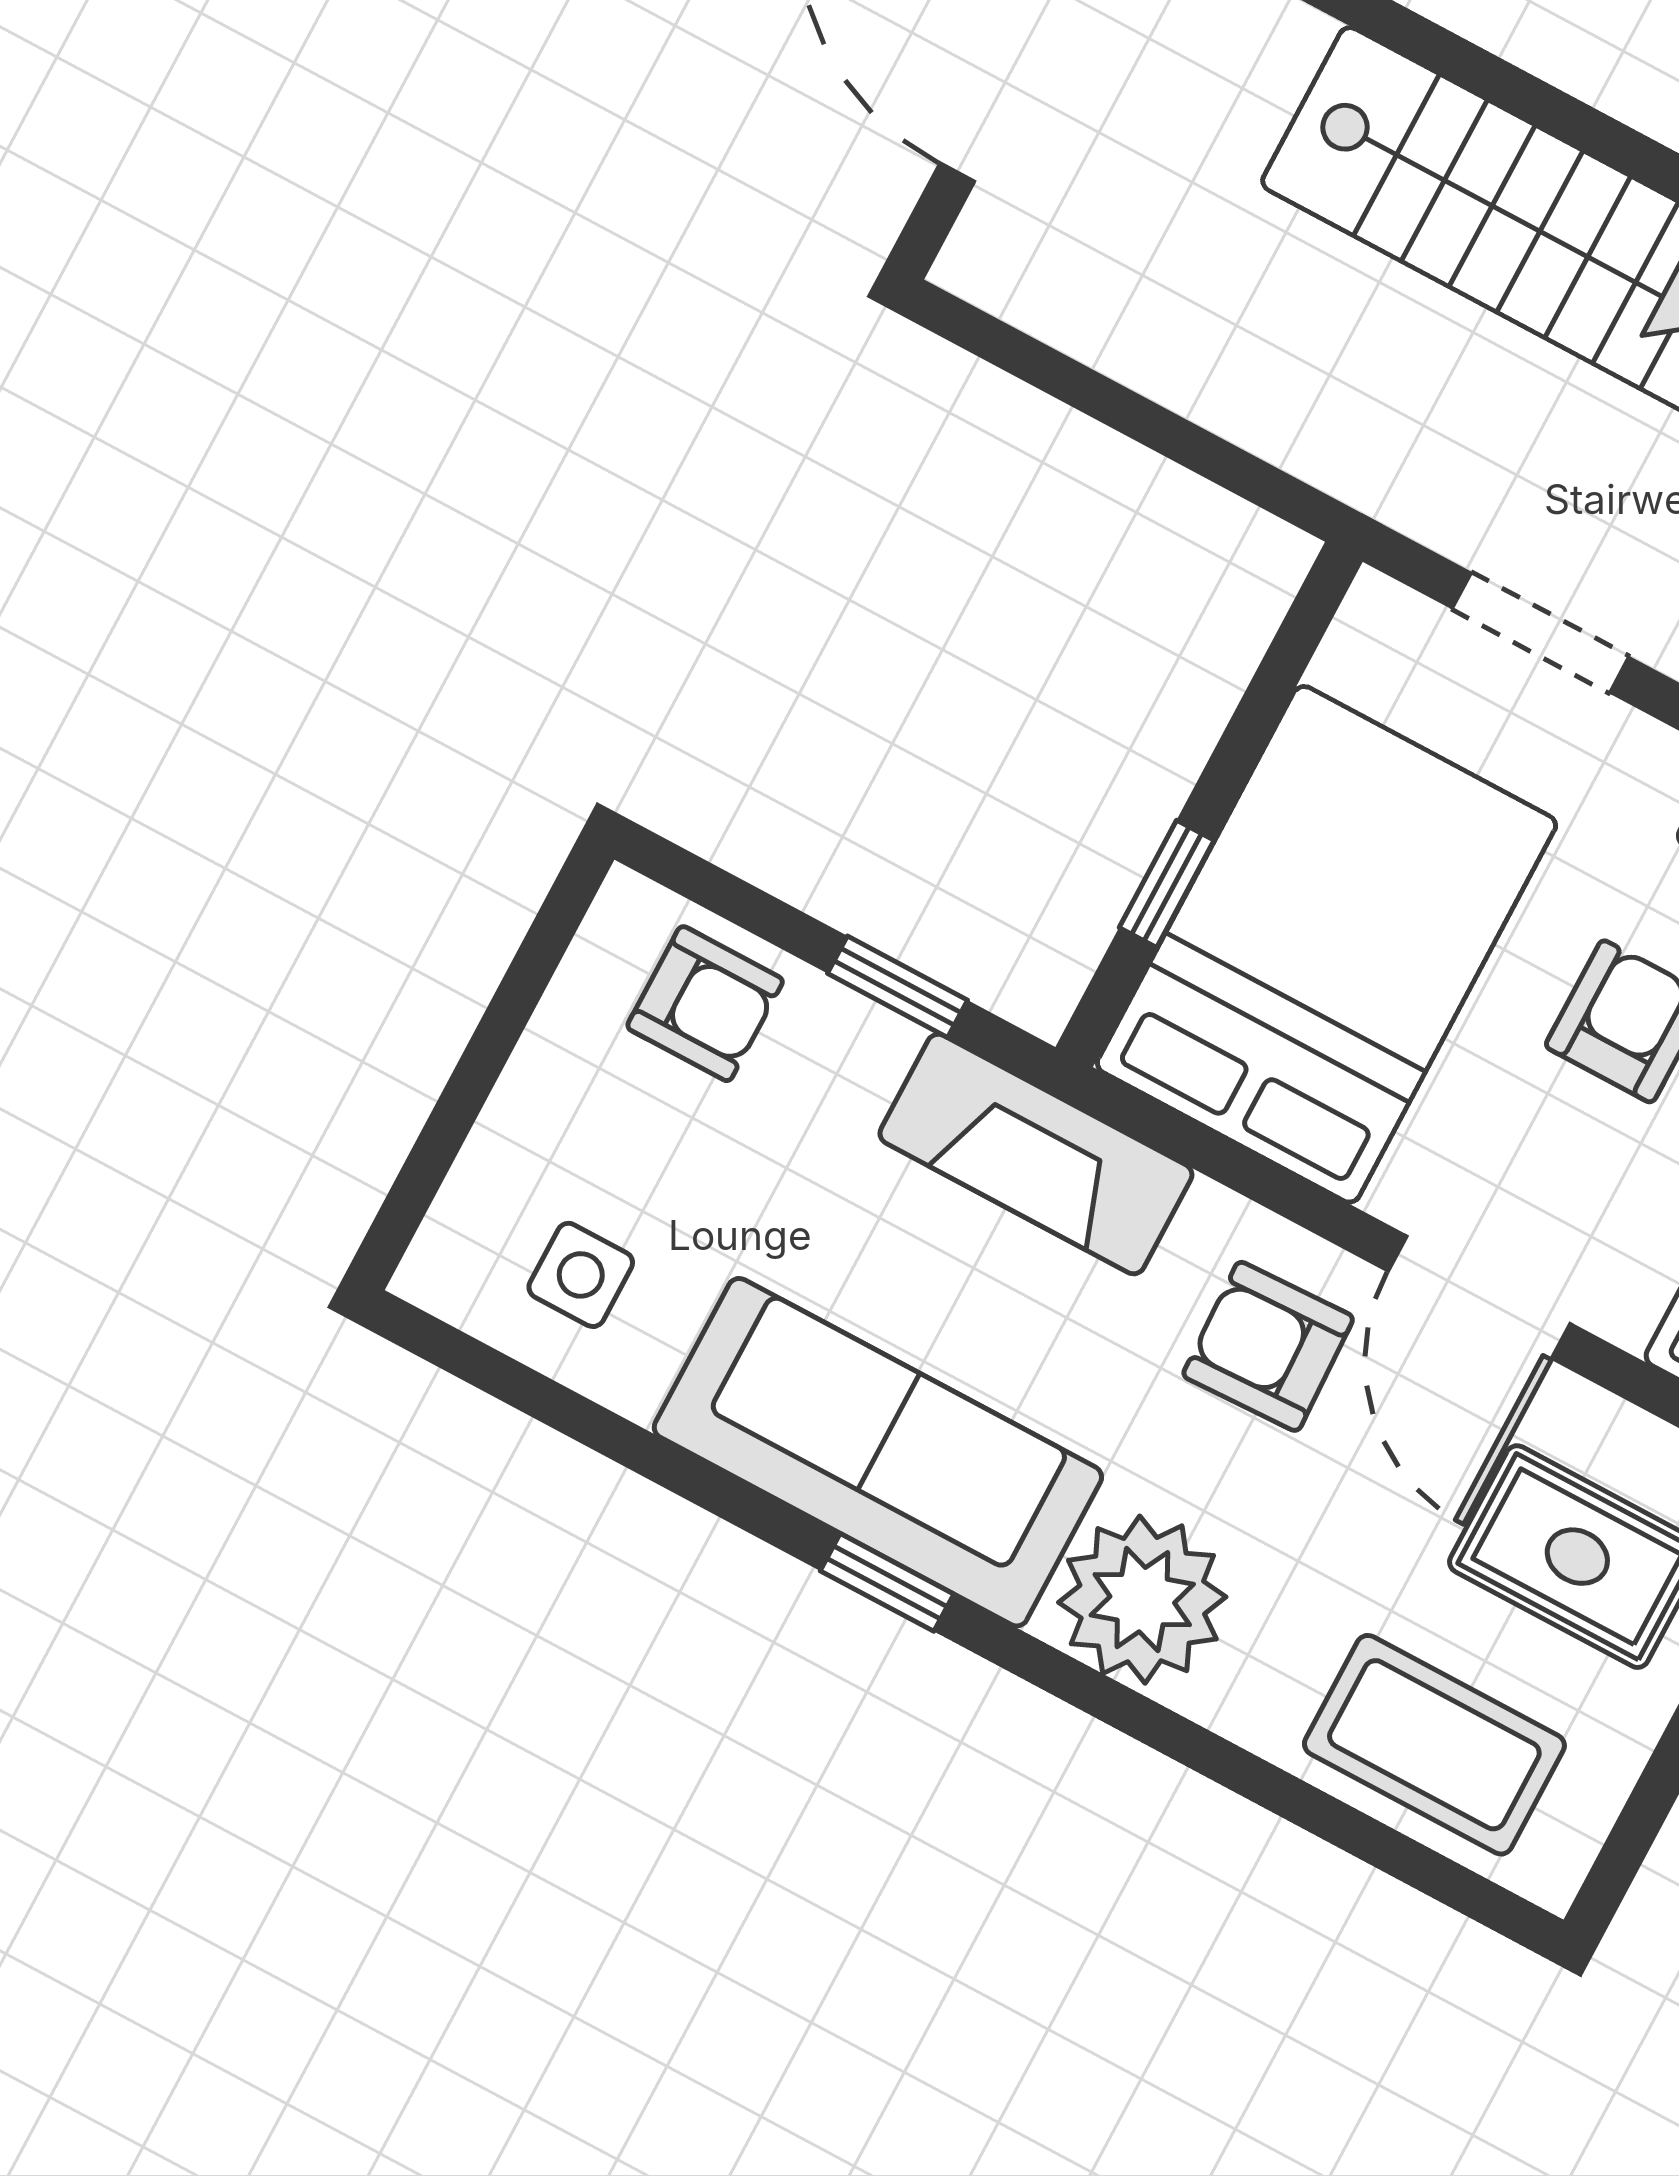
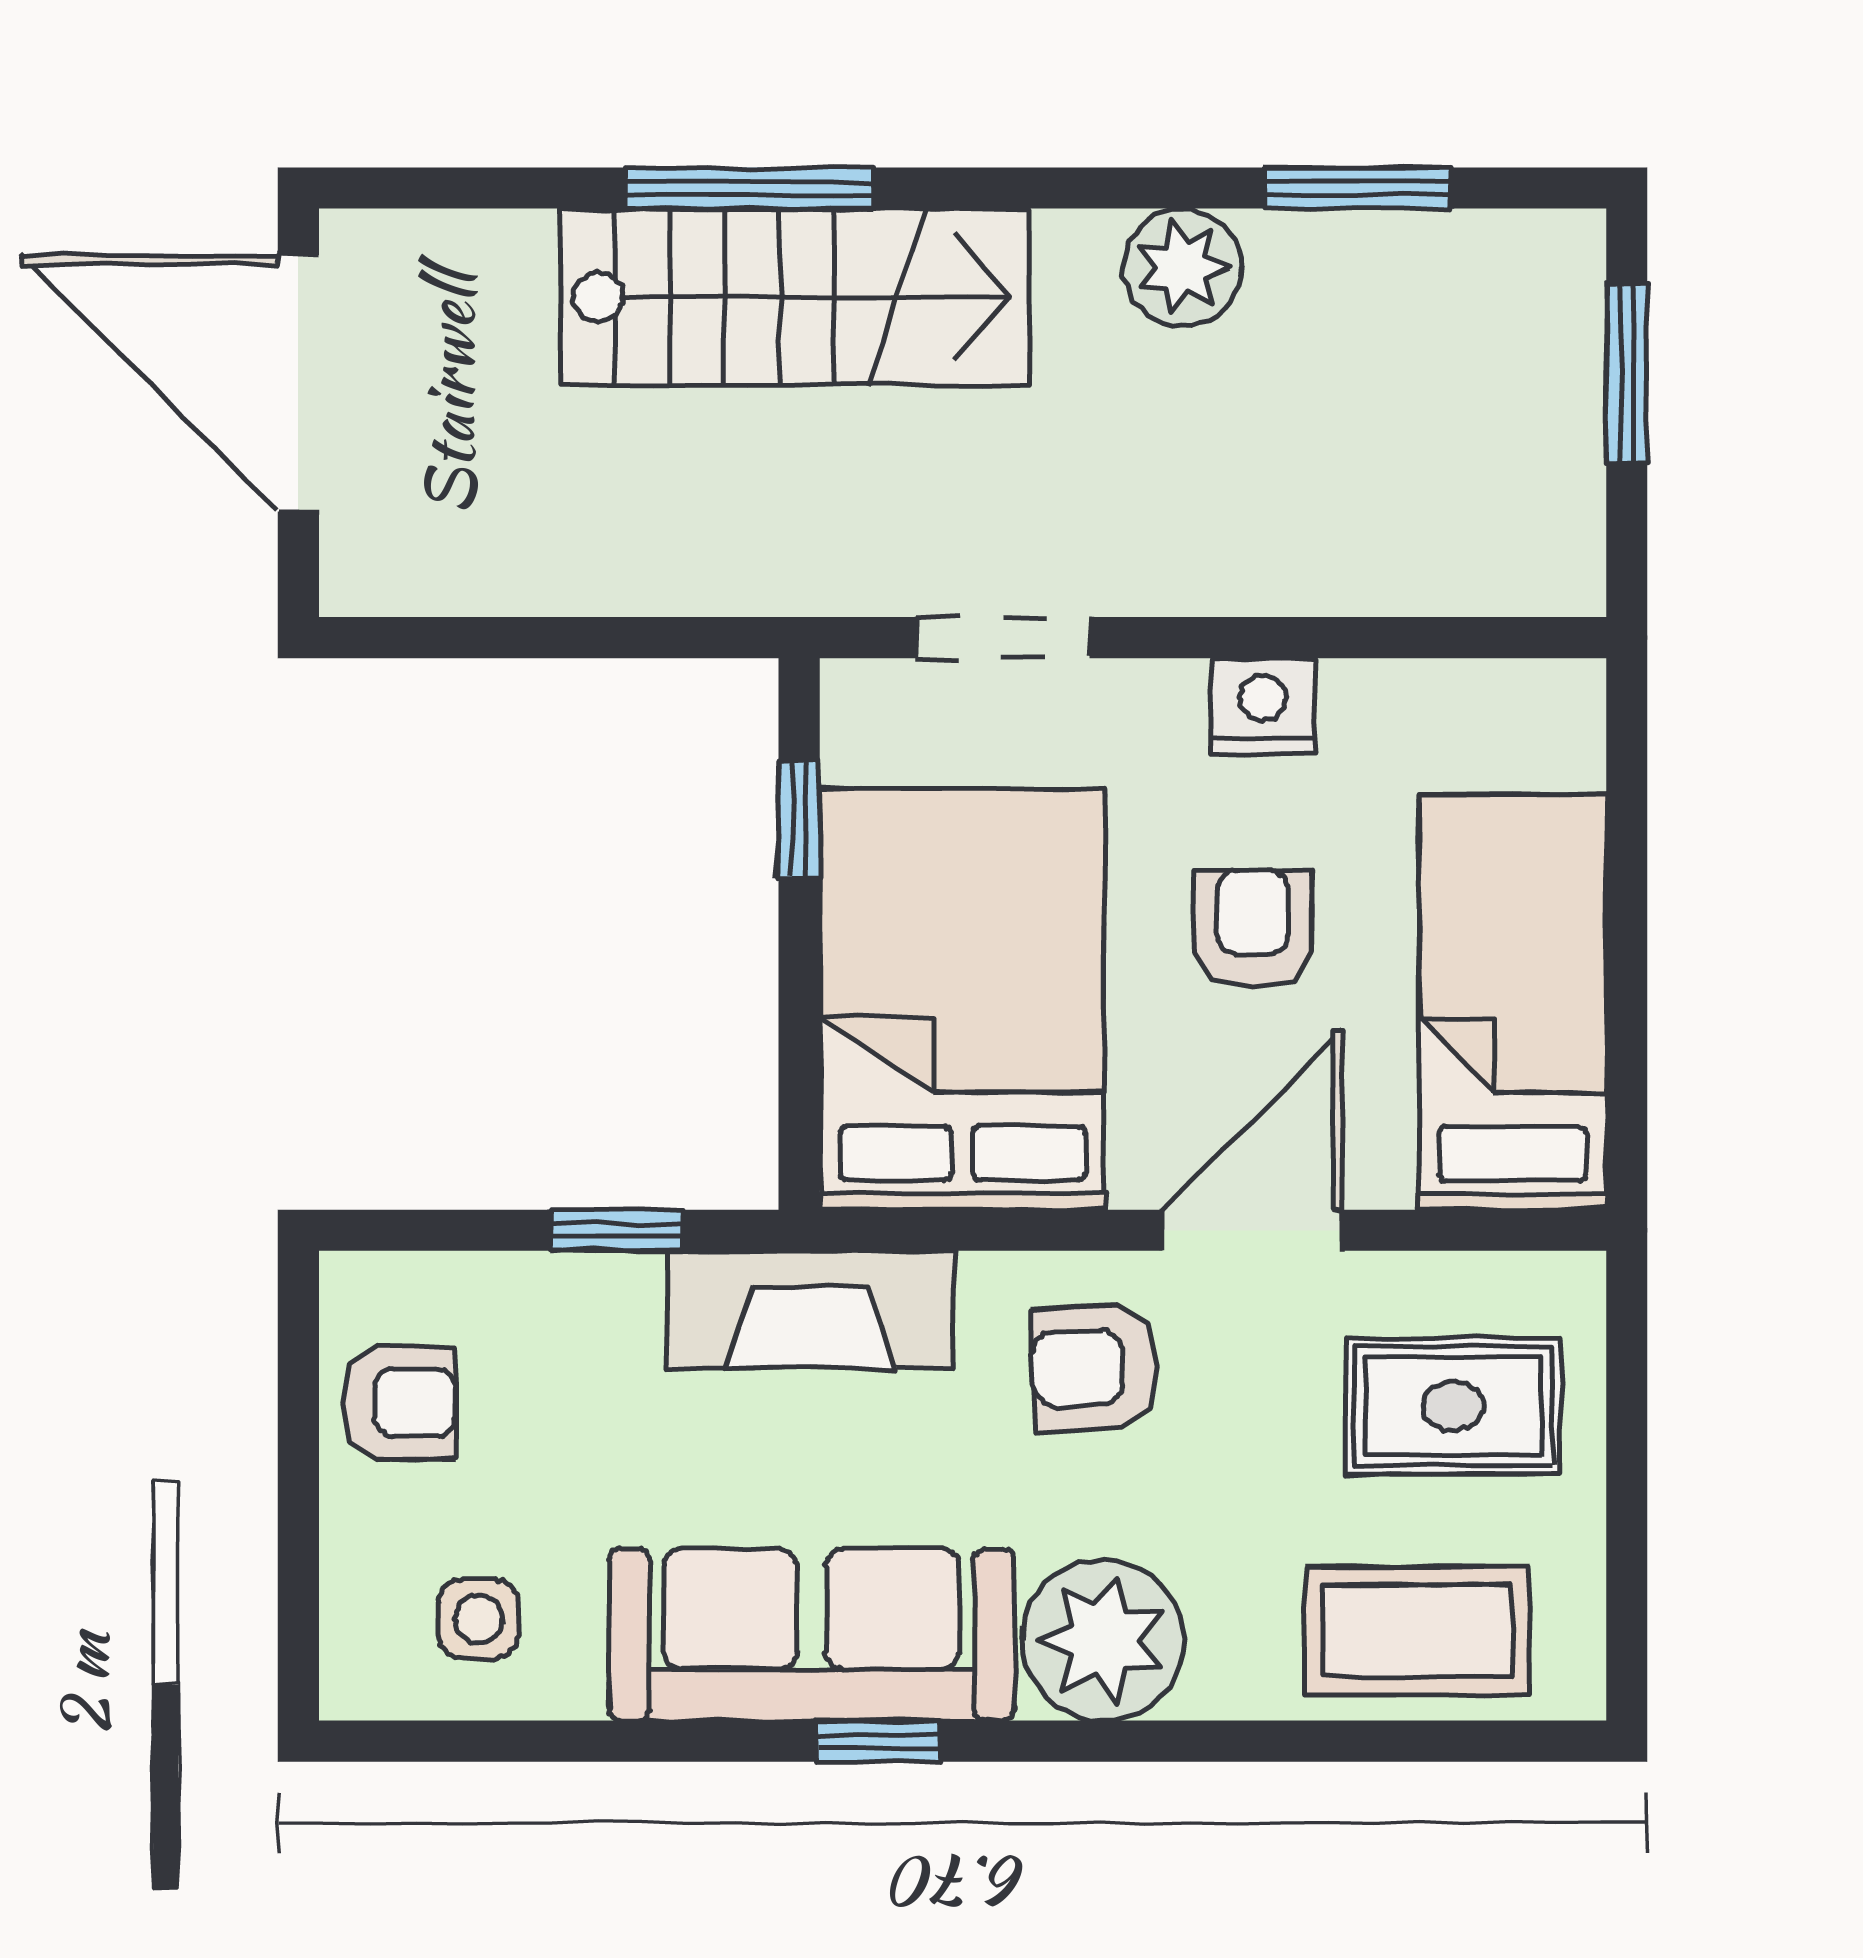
window: (1528, 97) -> (749, 188), added
window: (1167, 884) -> (799, 819), moved
armchair: (705, 1004) -> (399, 1403), moved
door: (1479, 1297) -> (1252, 1230), swing flipped

